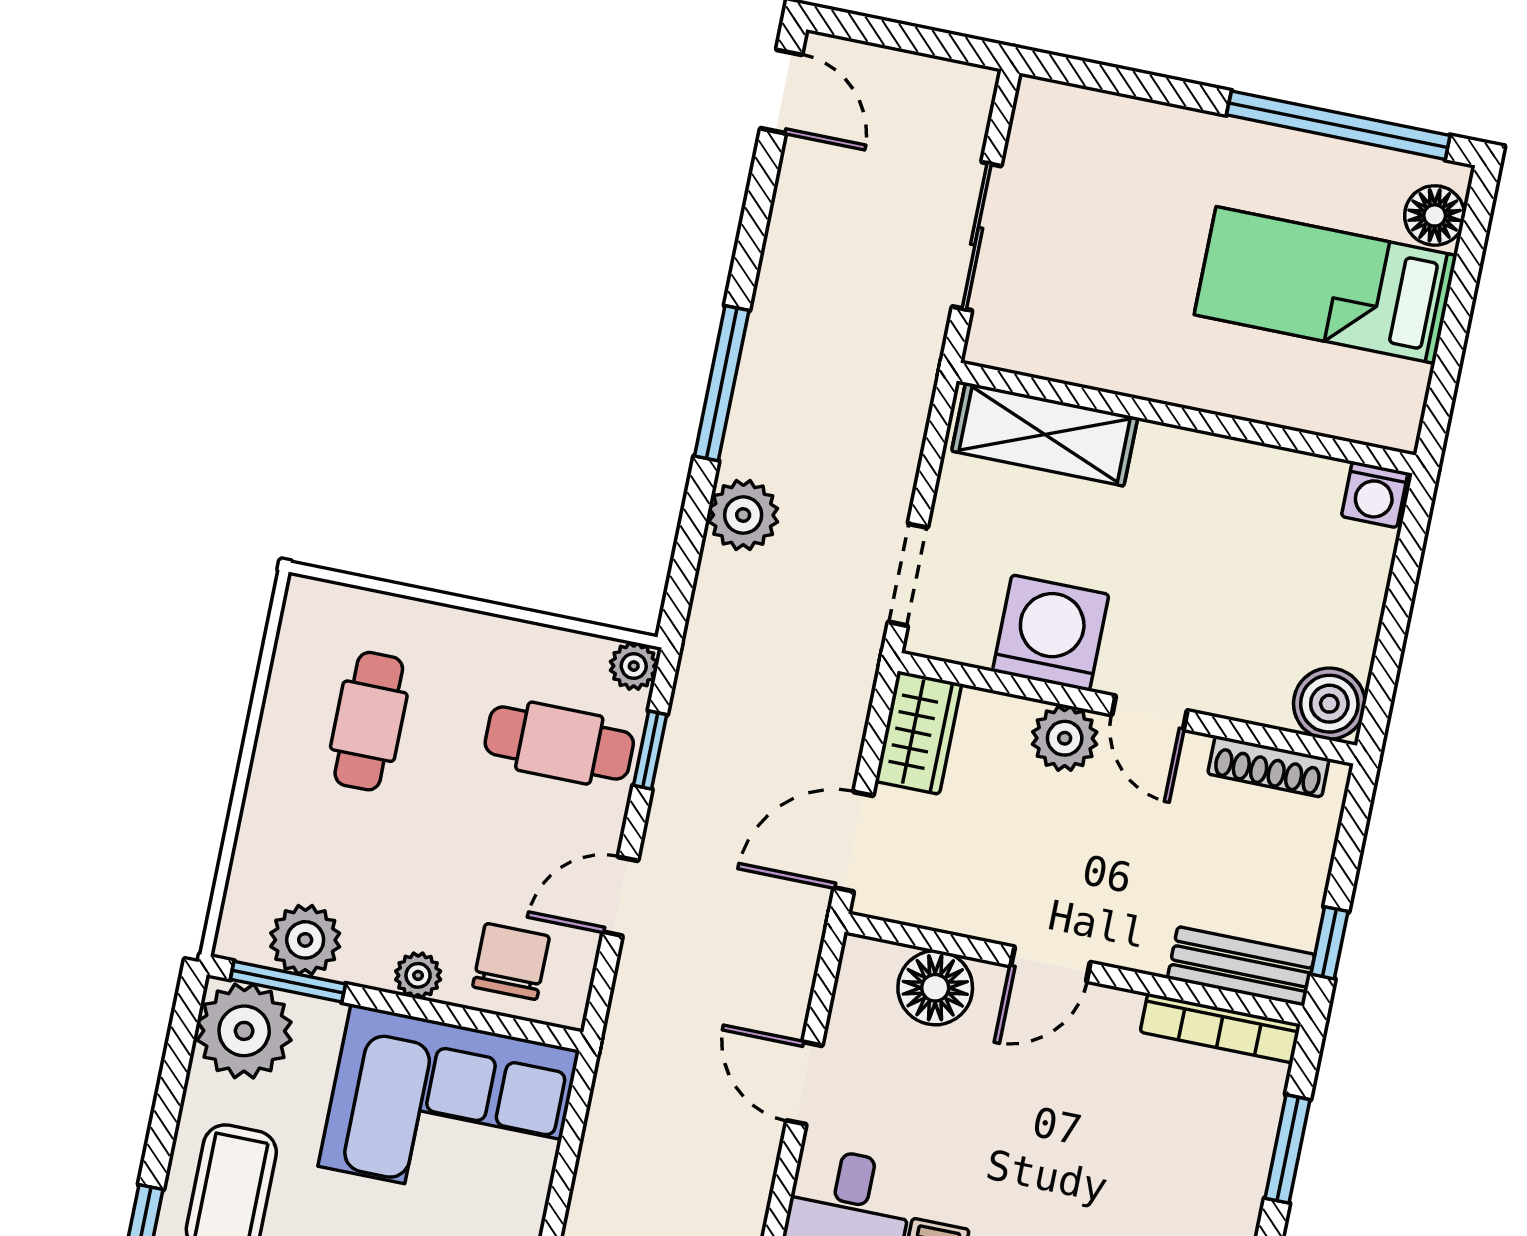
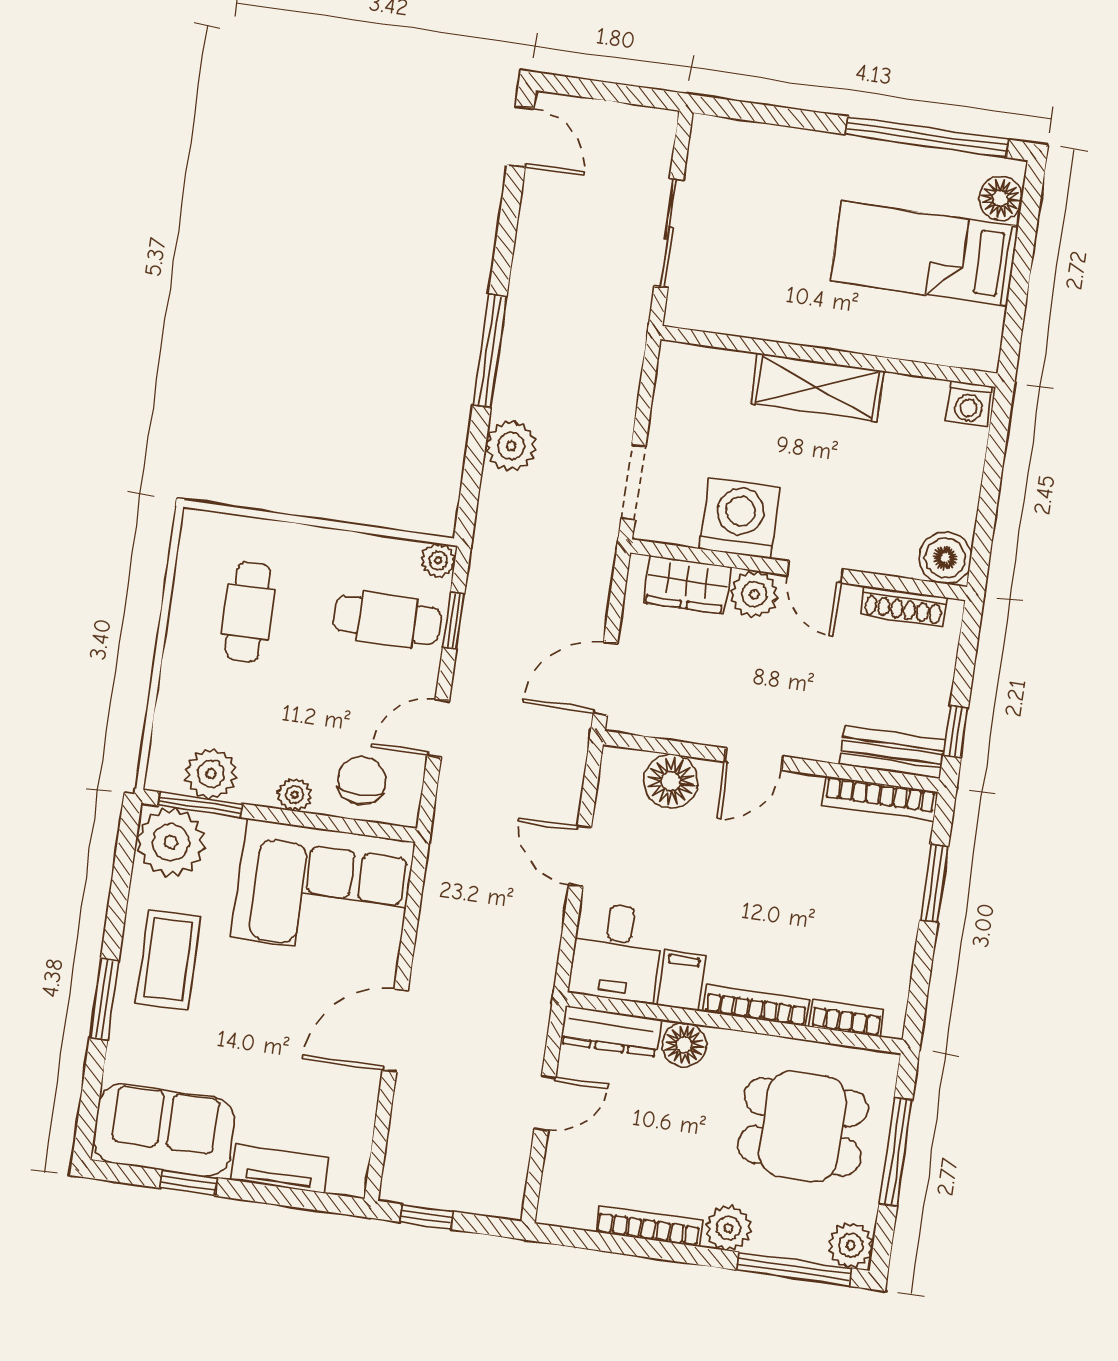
shelving: (1045, 434) -> (817, 387), moved
wardrobe: (918, 733) -> (687, 585), moved, turned 90

